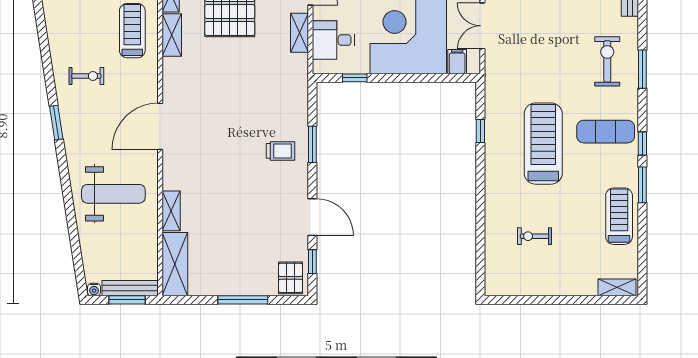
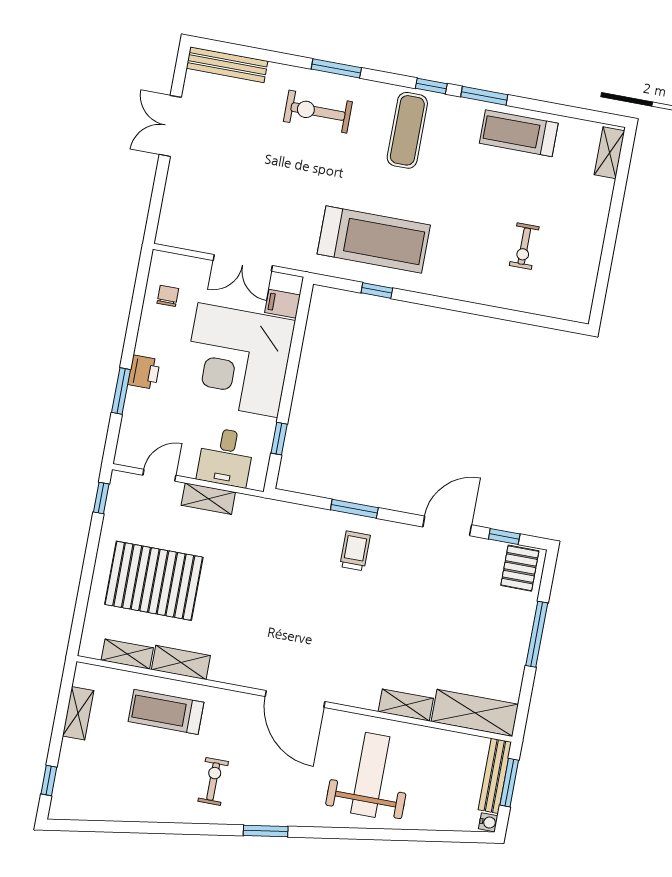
treadmill: (543, 144) -> (374, 240), moved, turned 180
pallet: (291, 278) -> (520, 568), turned 90

